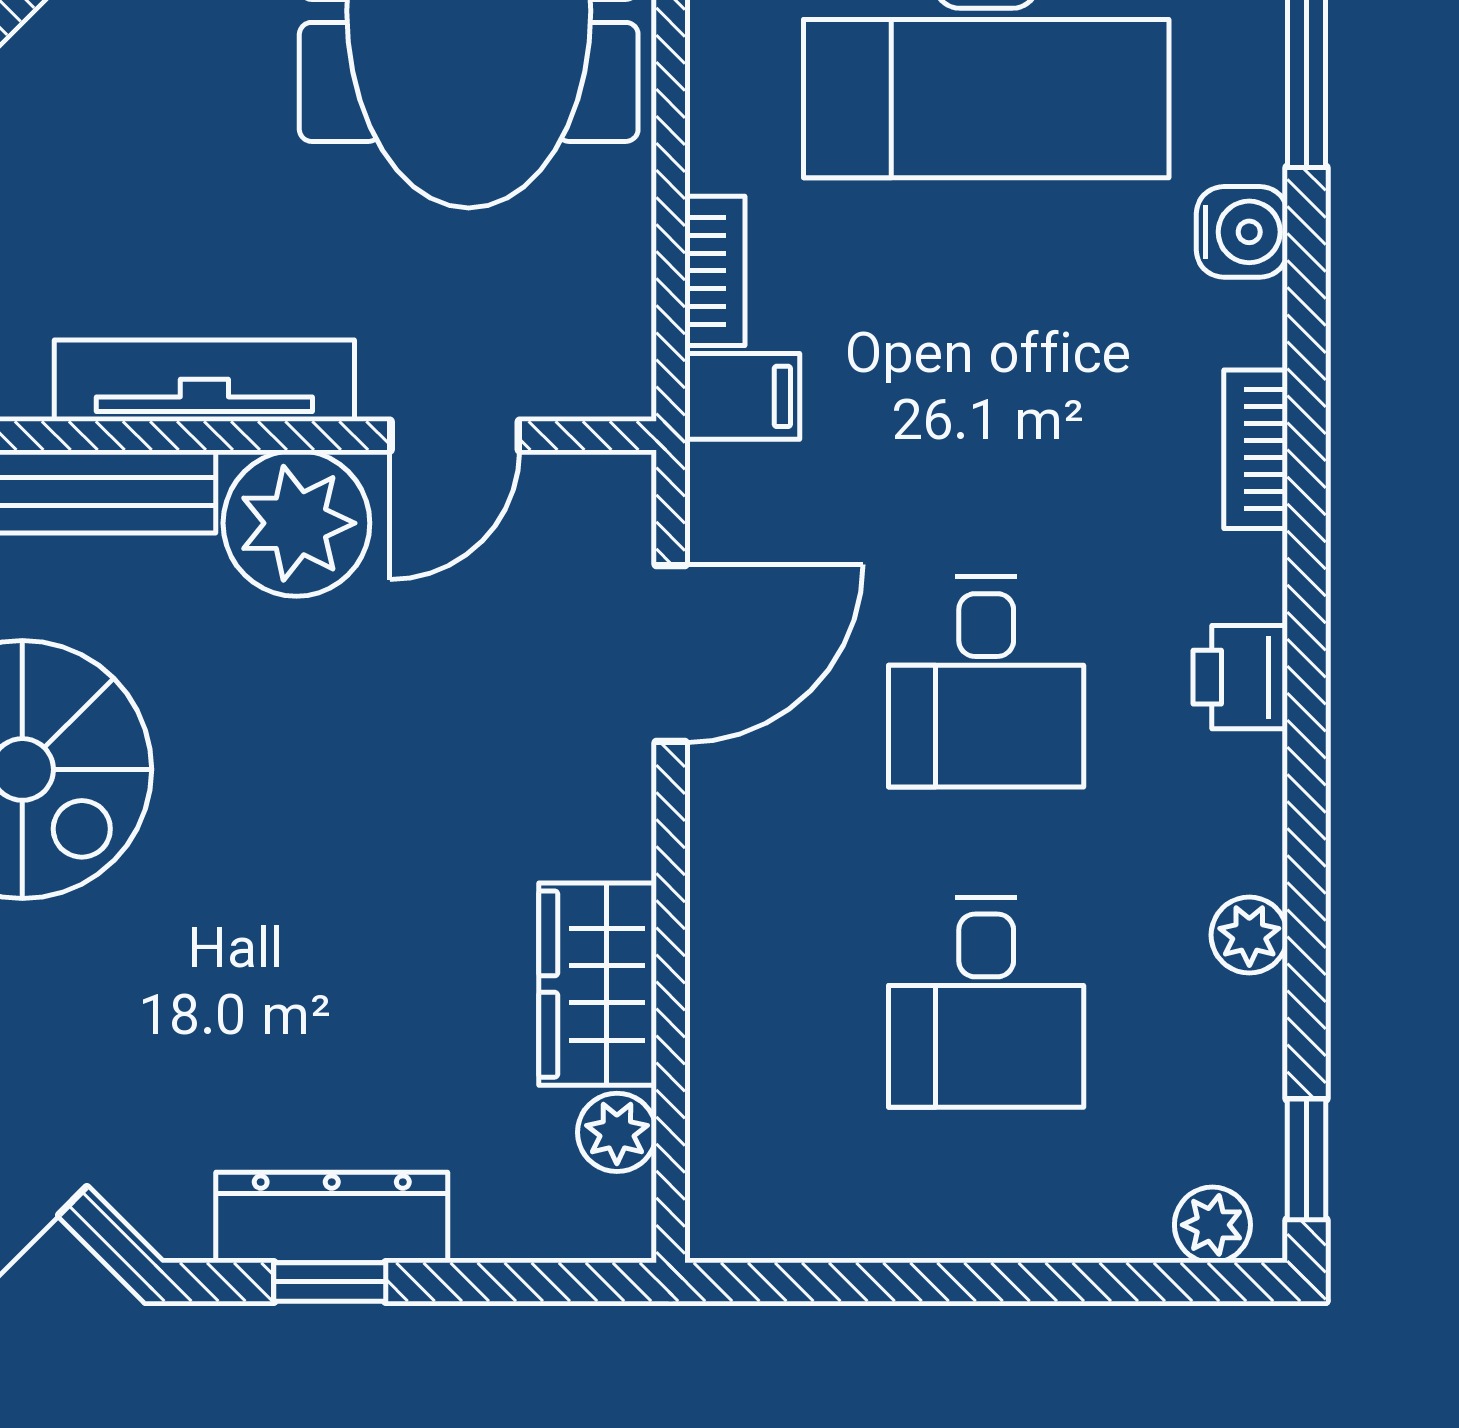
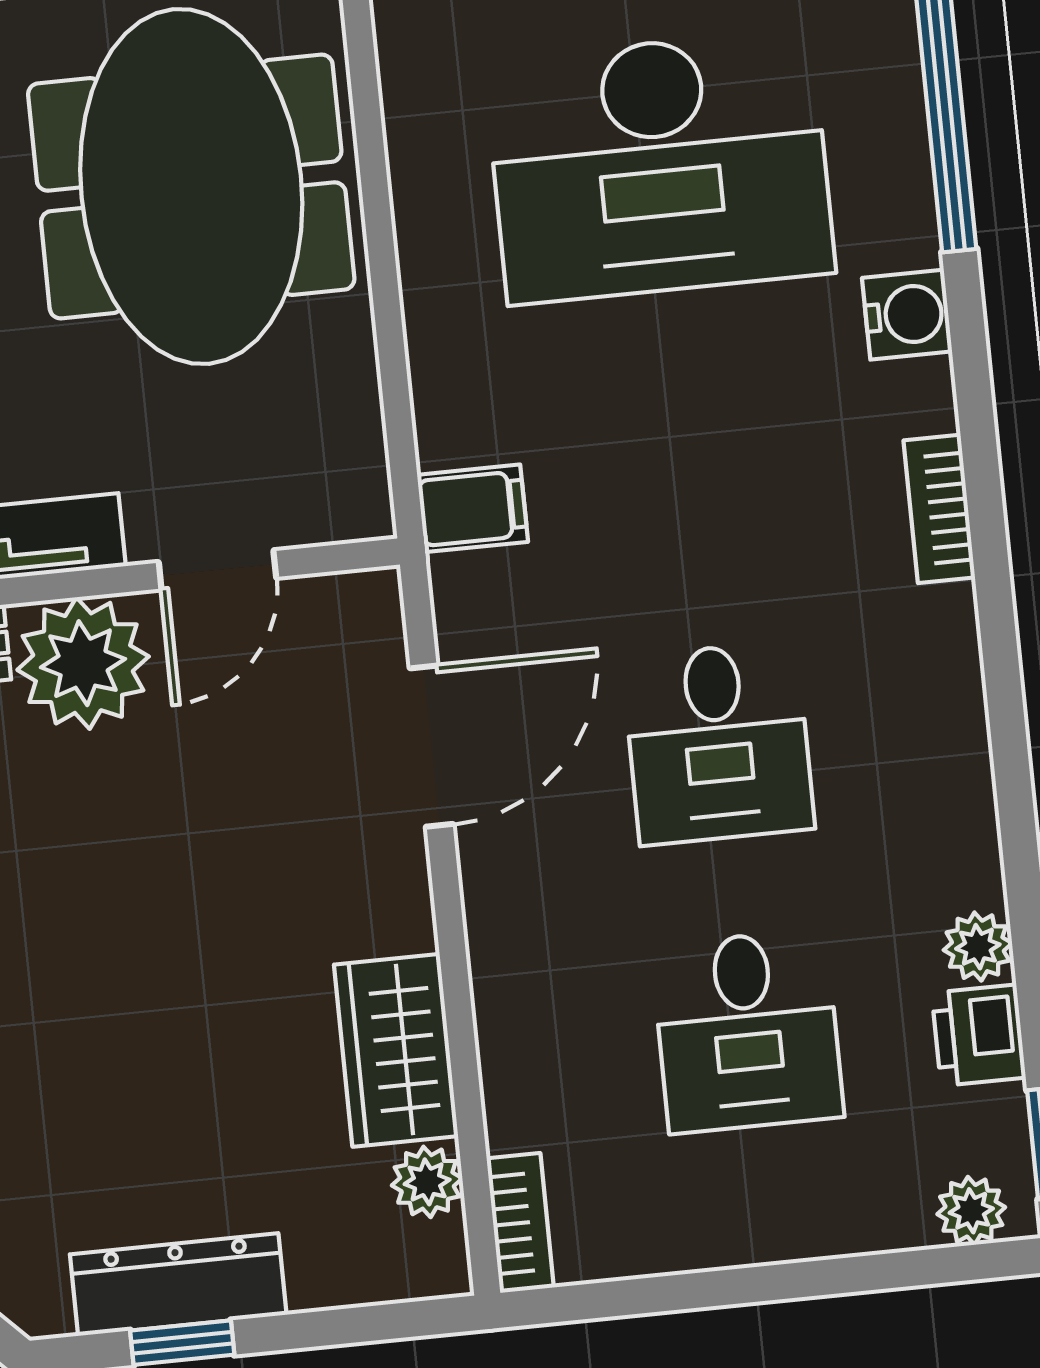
bookcase: (715, 271) -> (520, 1223), moved
printer: (1240, 677) -> (979, 1035), moved

